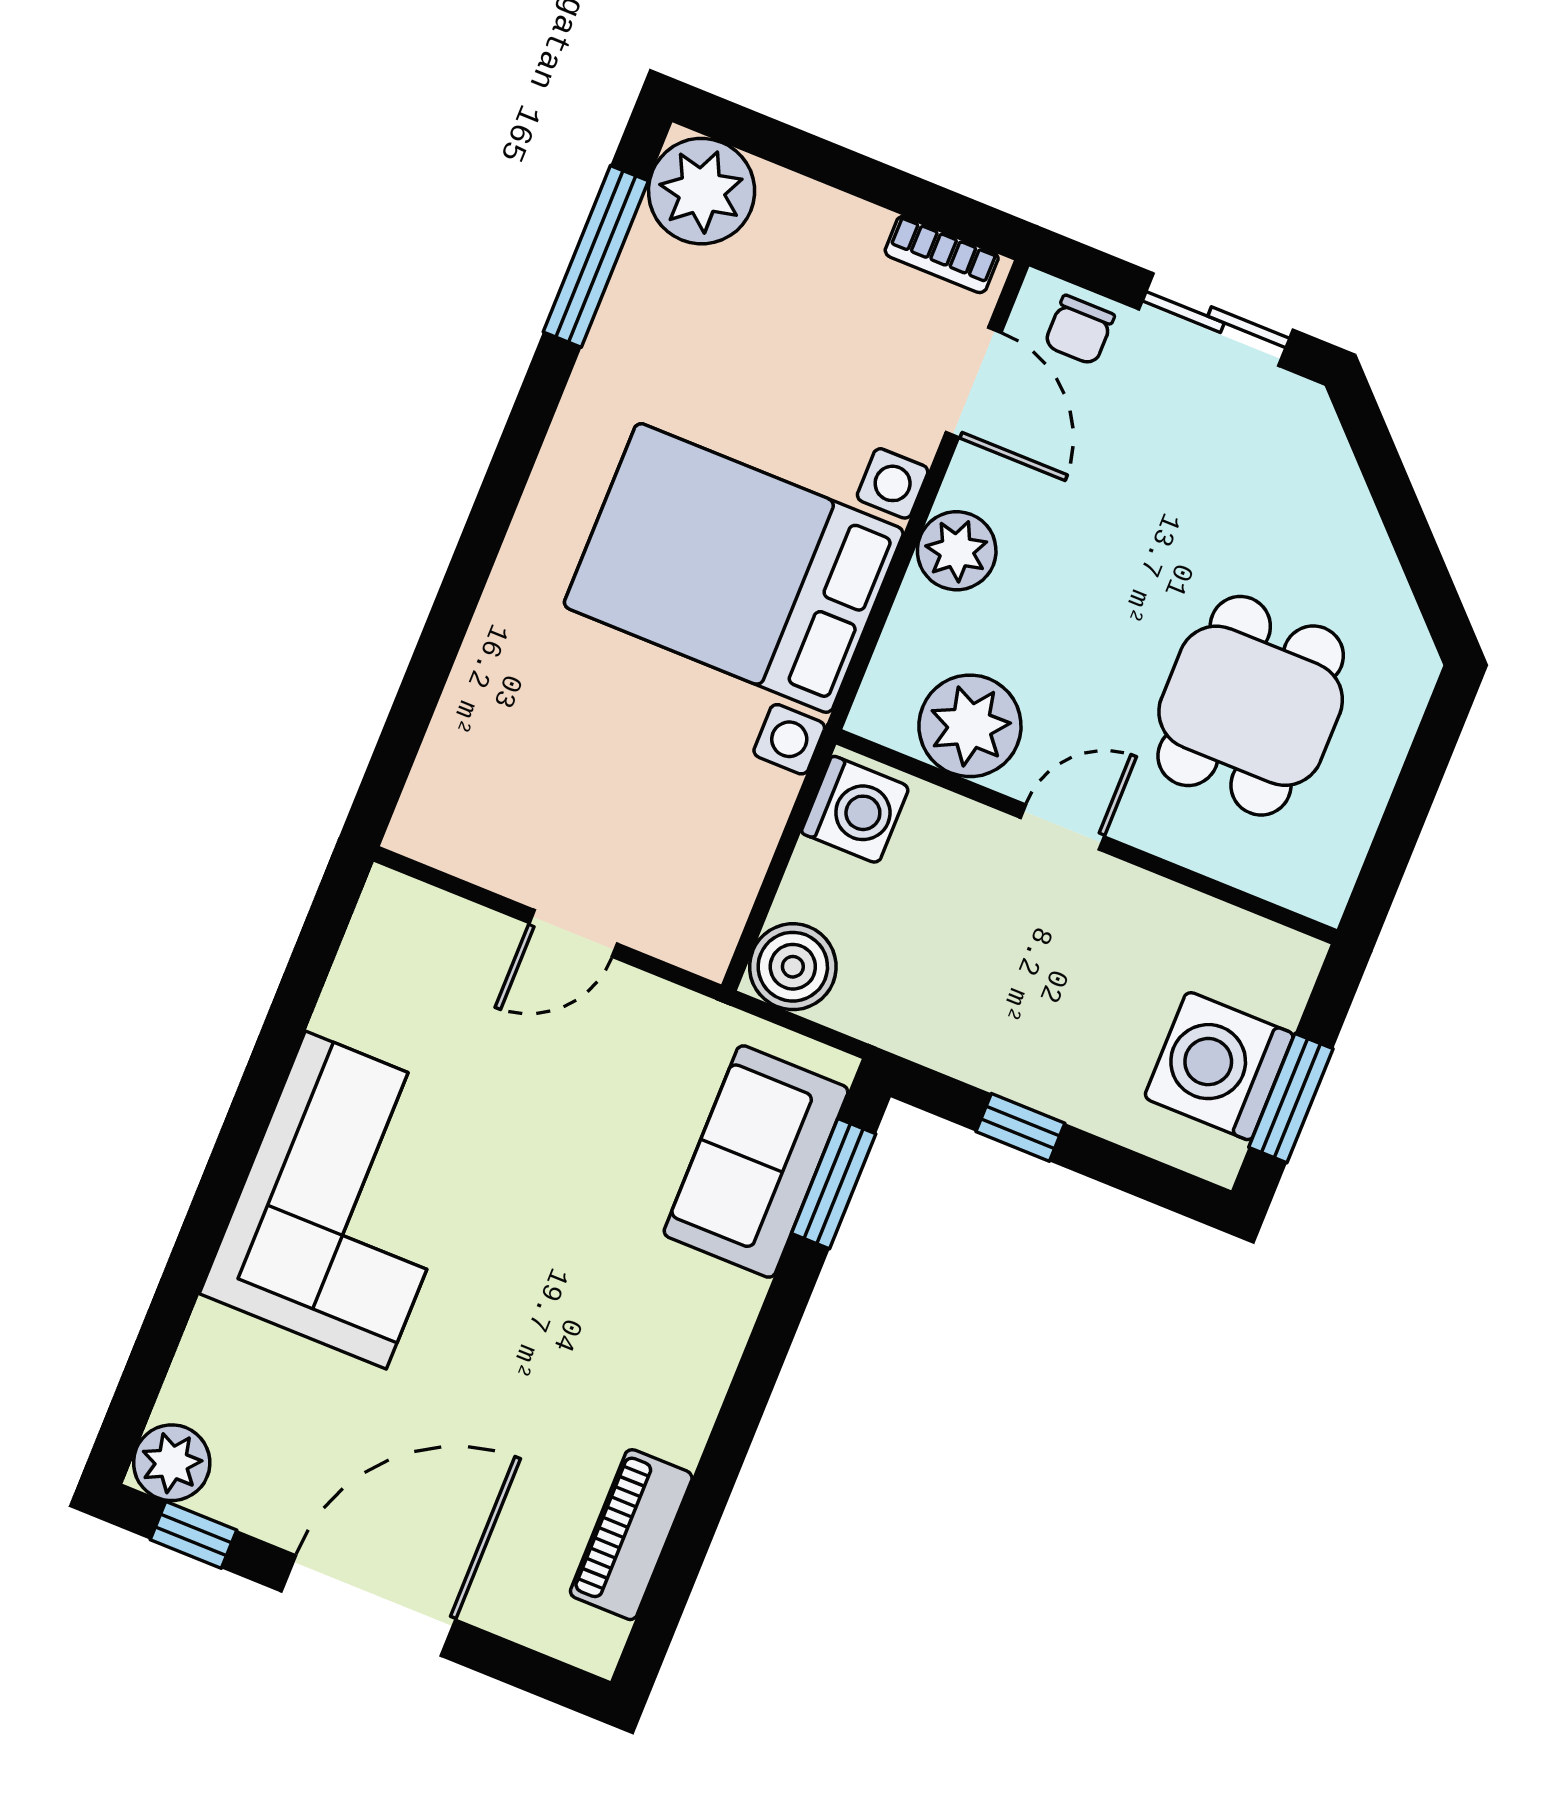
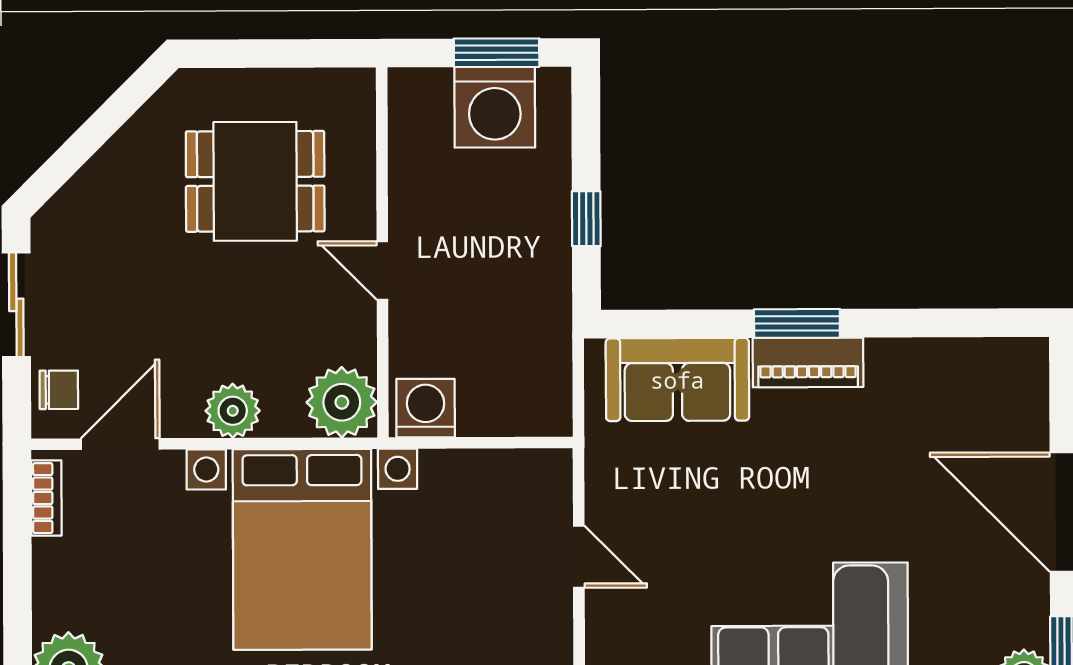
plant: (970, 726) -> (342, 402), moved
boiler: (793, 967) -> (543, 407), removed
window: (834, 1184) -> (797, 323), moved
piano: (631, 1535) -> (808, 362), moved

